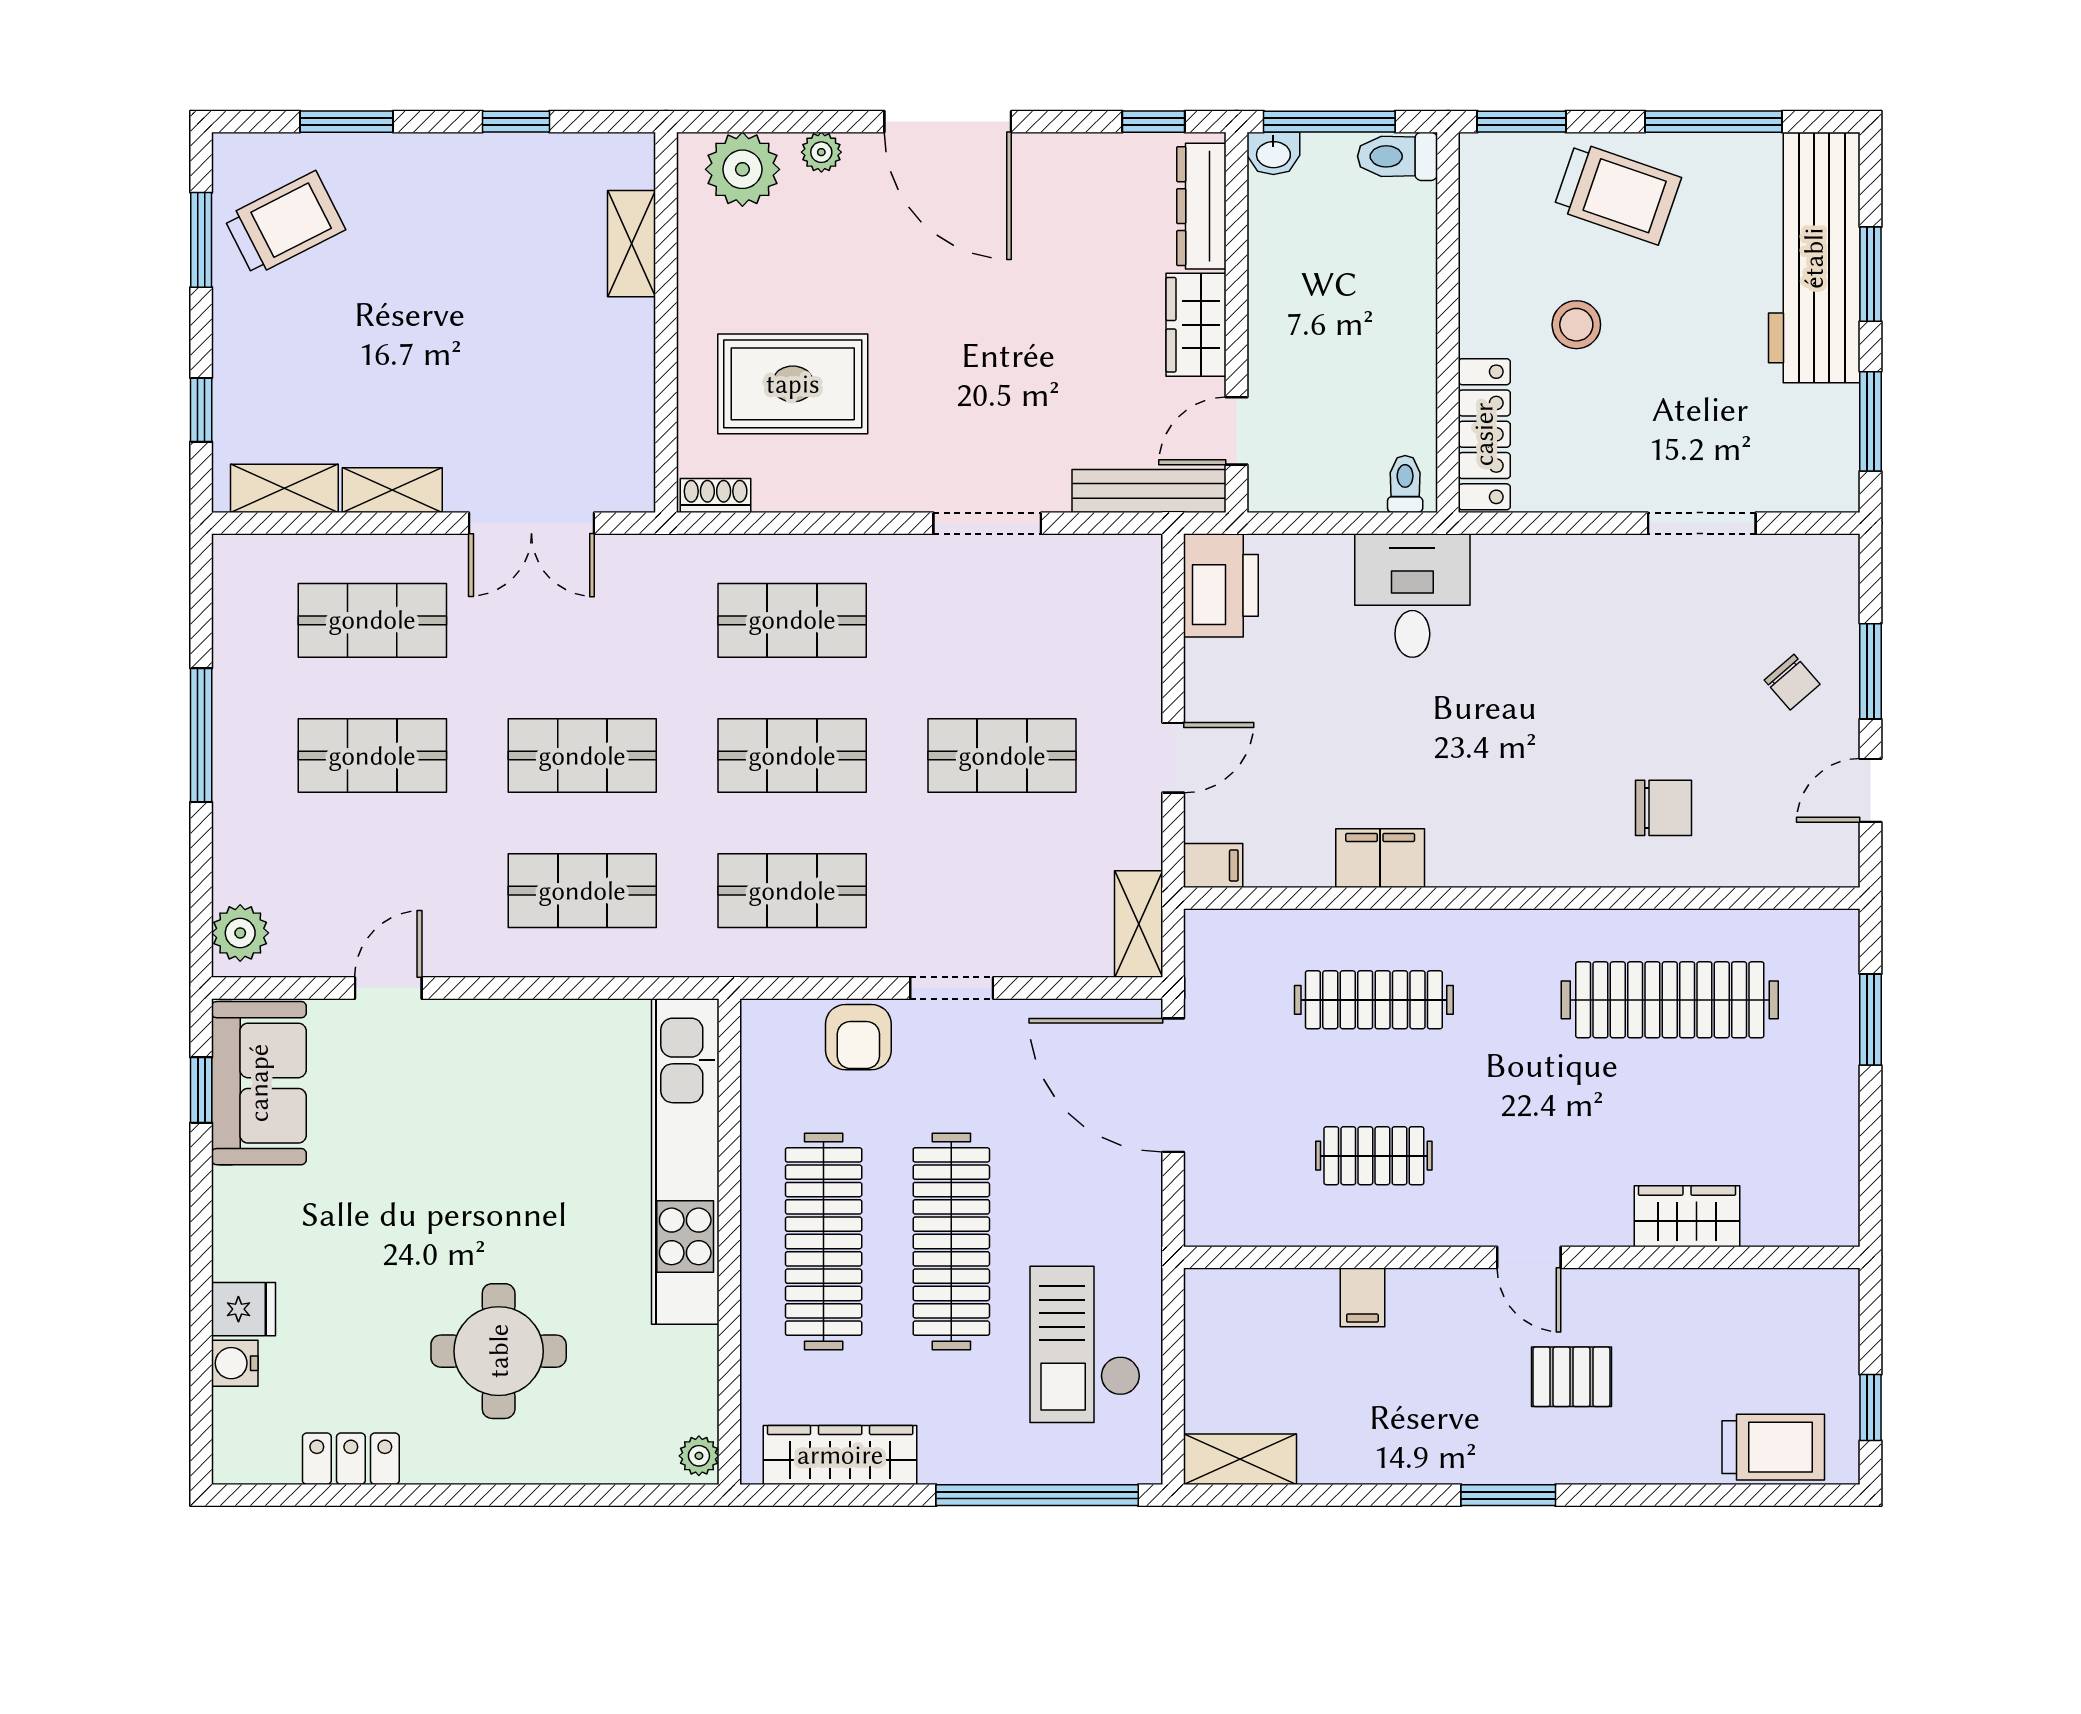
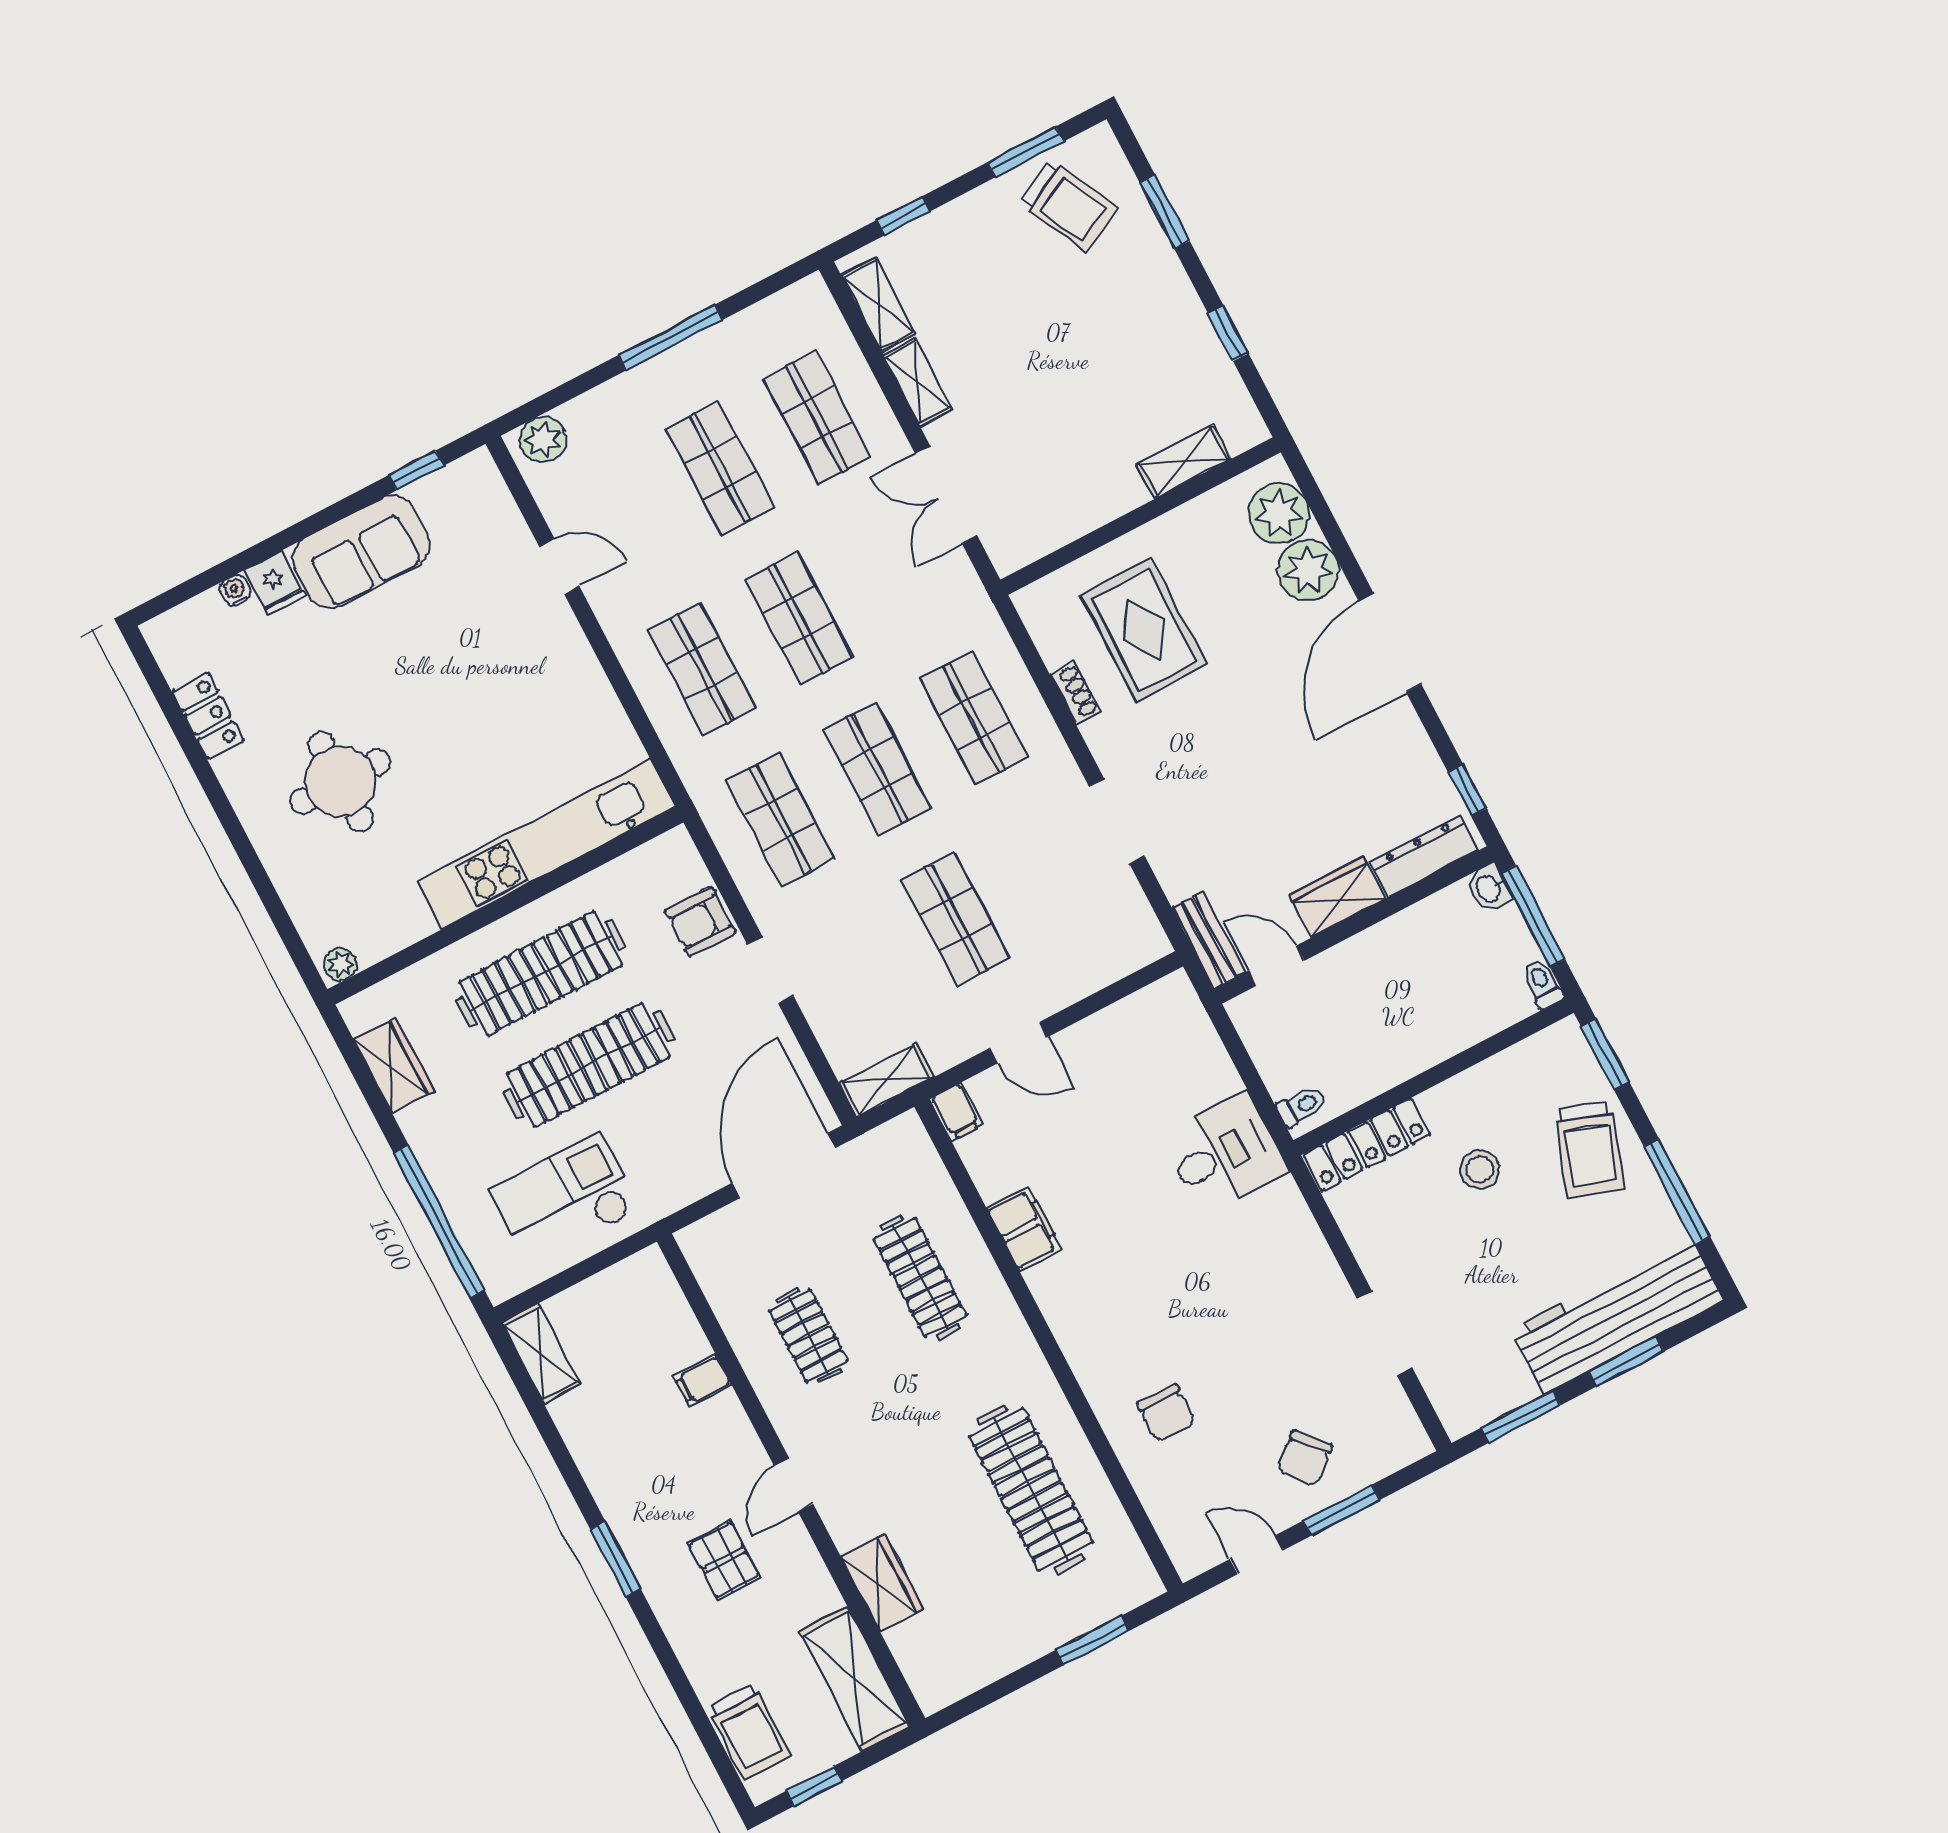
plant: (821, 152) -> (1308, 570), width x1.88, depth x1.88
toilet: (1397, 156) -> (1542, 984), width x0.73, depth x0.72
bench: (1149, 491) -> (1208, 940), width x0.73
shoe rack: (716, 495) -> (1075, 693), moved
printer: (1221, 585) -> (1160, 1012), removed
chair: (1792, 682) -> (1305, 1458), width x1.37, depth x1.37
sofa: (259, 1083) -> (361, 552), moved
shelving: (1776, 1301) -> (855, 1679), added
water cooler: (235, 1363) -> (235, 590), width x0.72, depth x0.72
wardrobe: (840, 1455) -> (394, 1065), width x0.67

